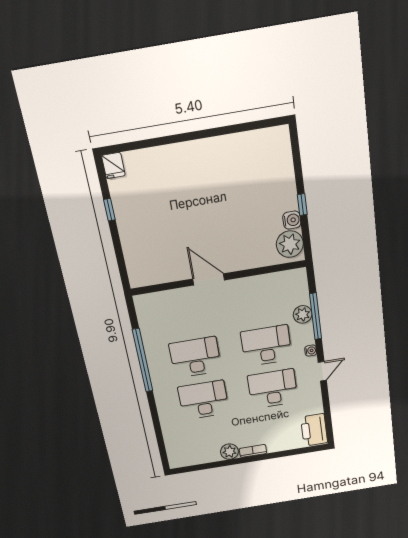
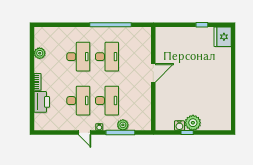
fridge: (113, 166) -> (223, 37), width x1.88, depth x1.34
plant: (290, 244) -> (193, 123), moved
printer: (314, 430) -> (42, 102), moved, turned 90
plant: (229, 452) -> (40, 53), moved

